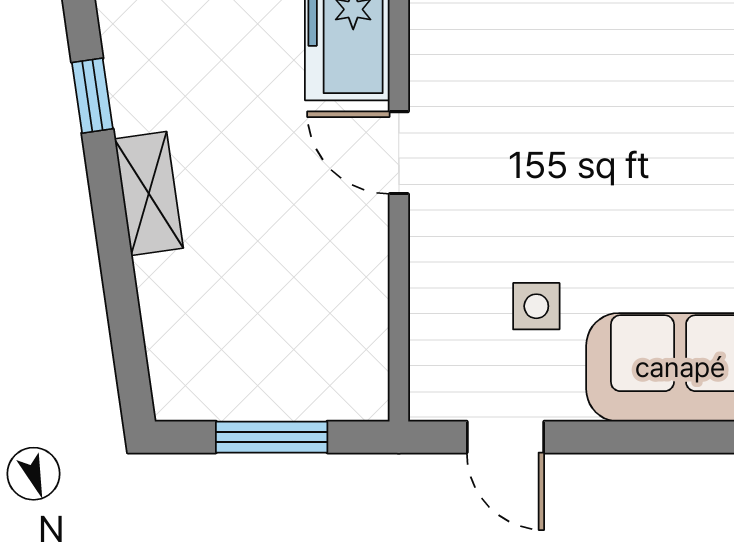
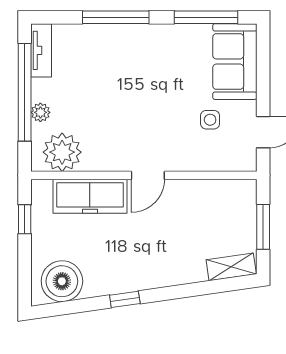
shelving: (149, 194) -> (231, 267), moved

